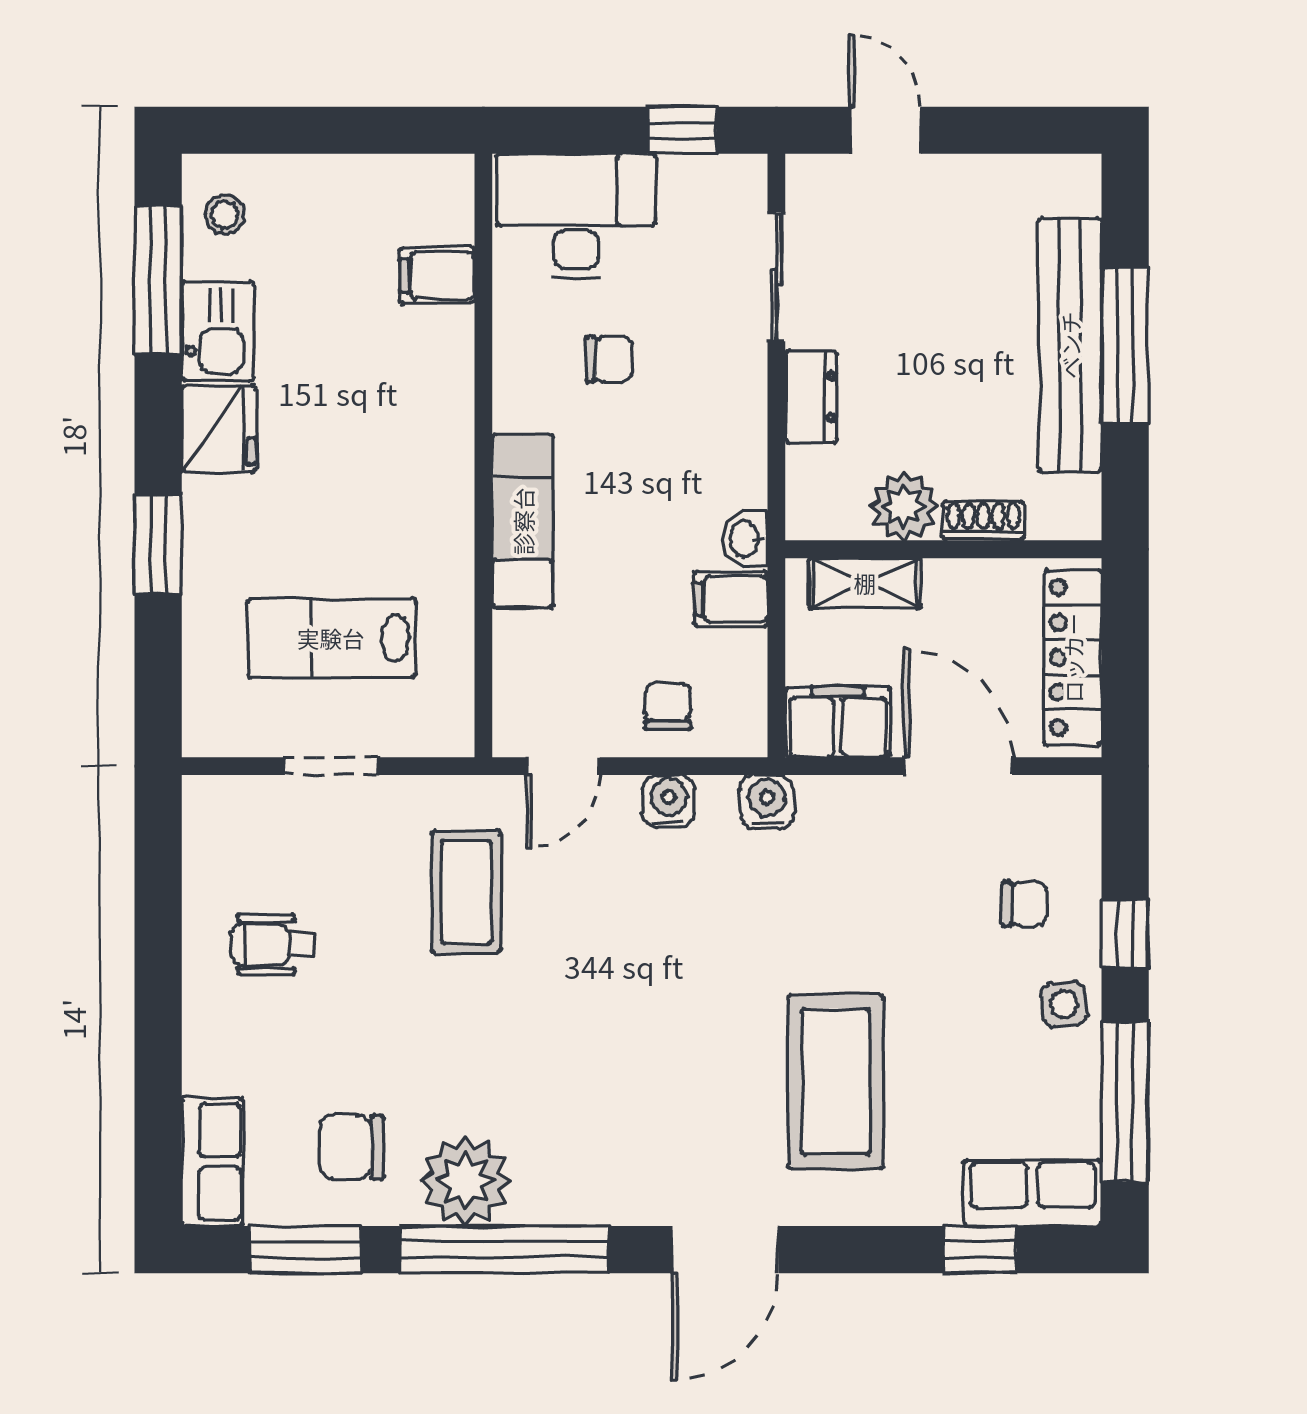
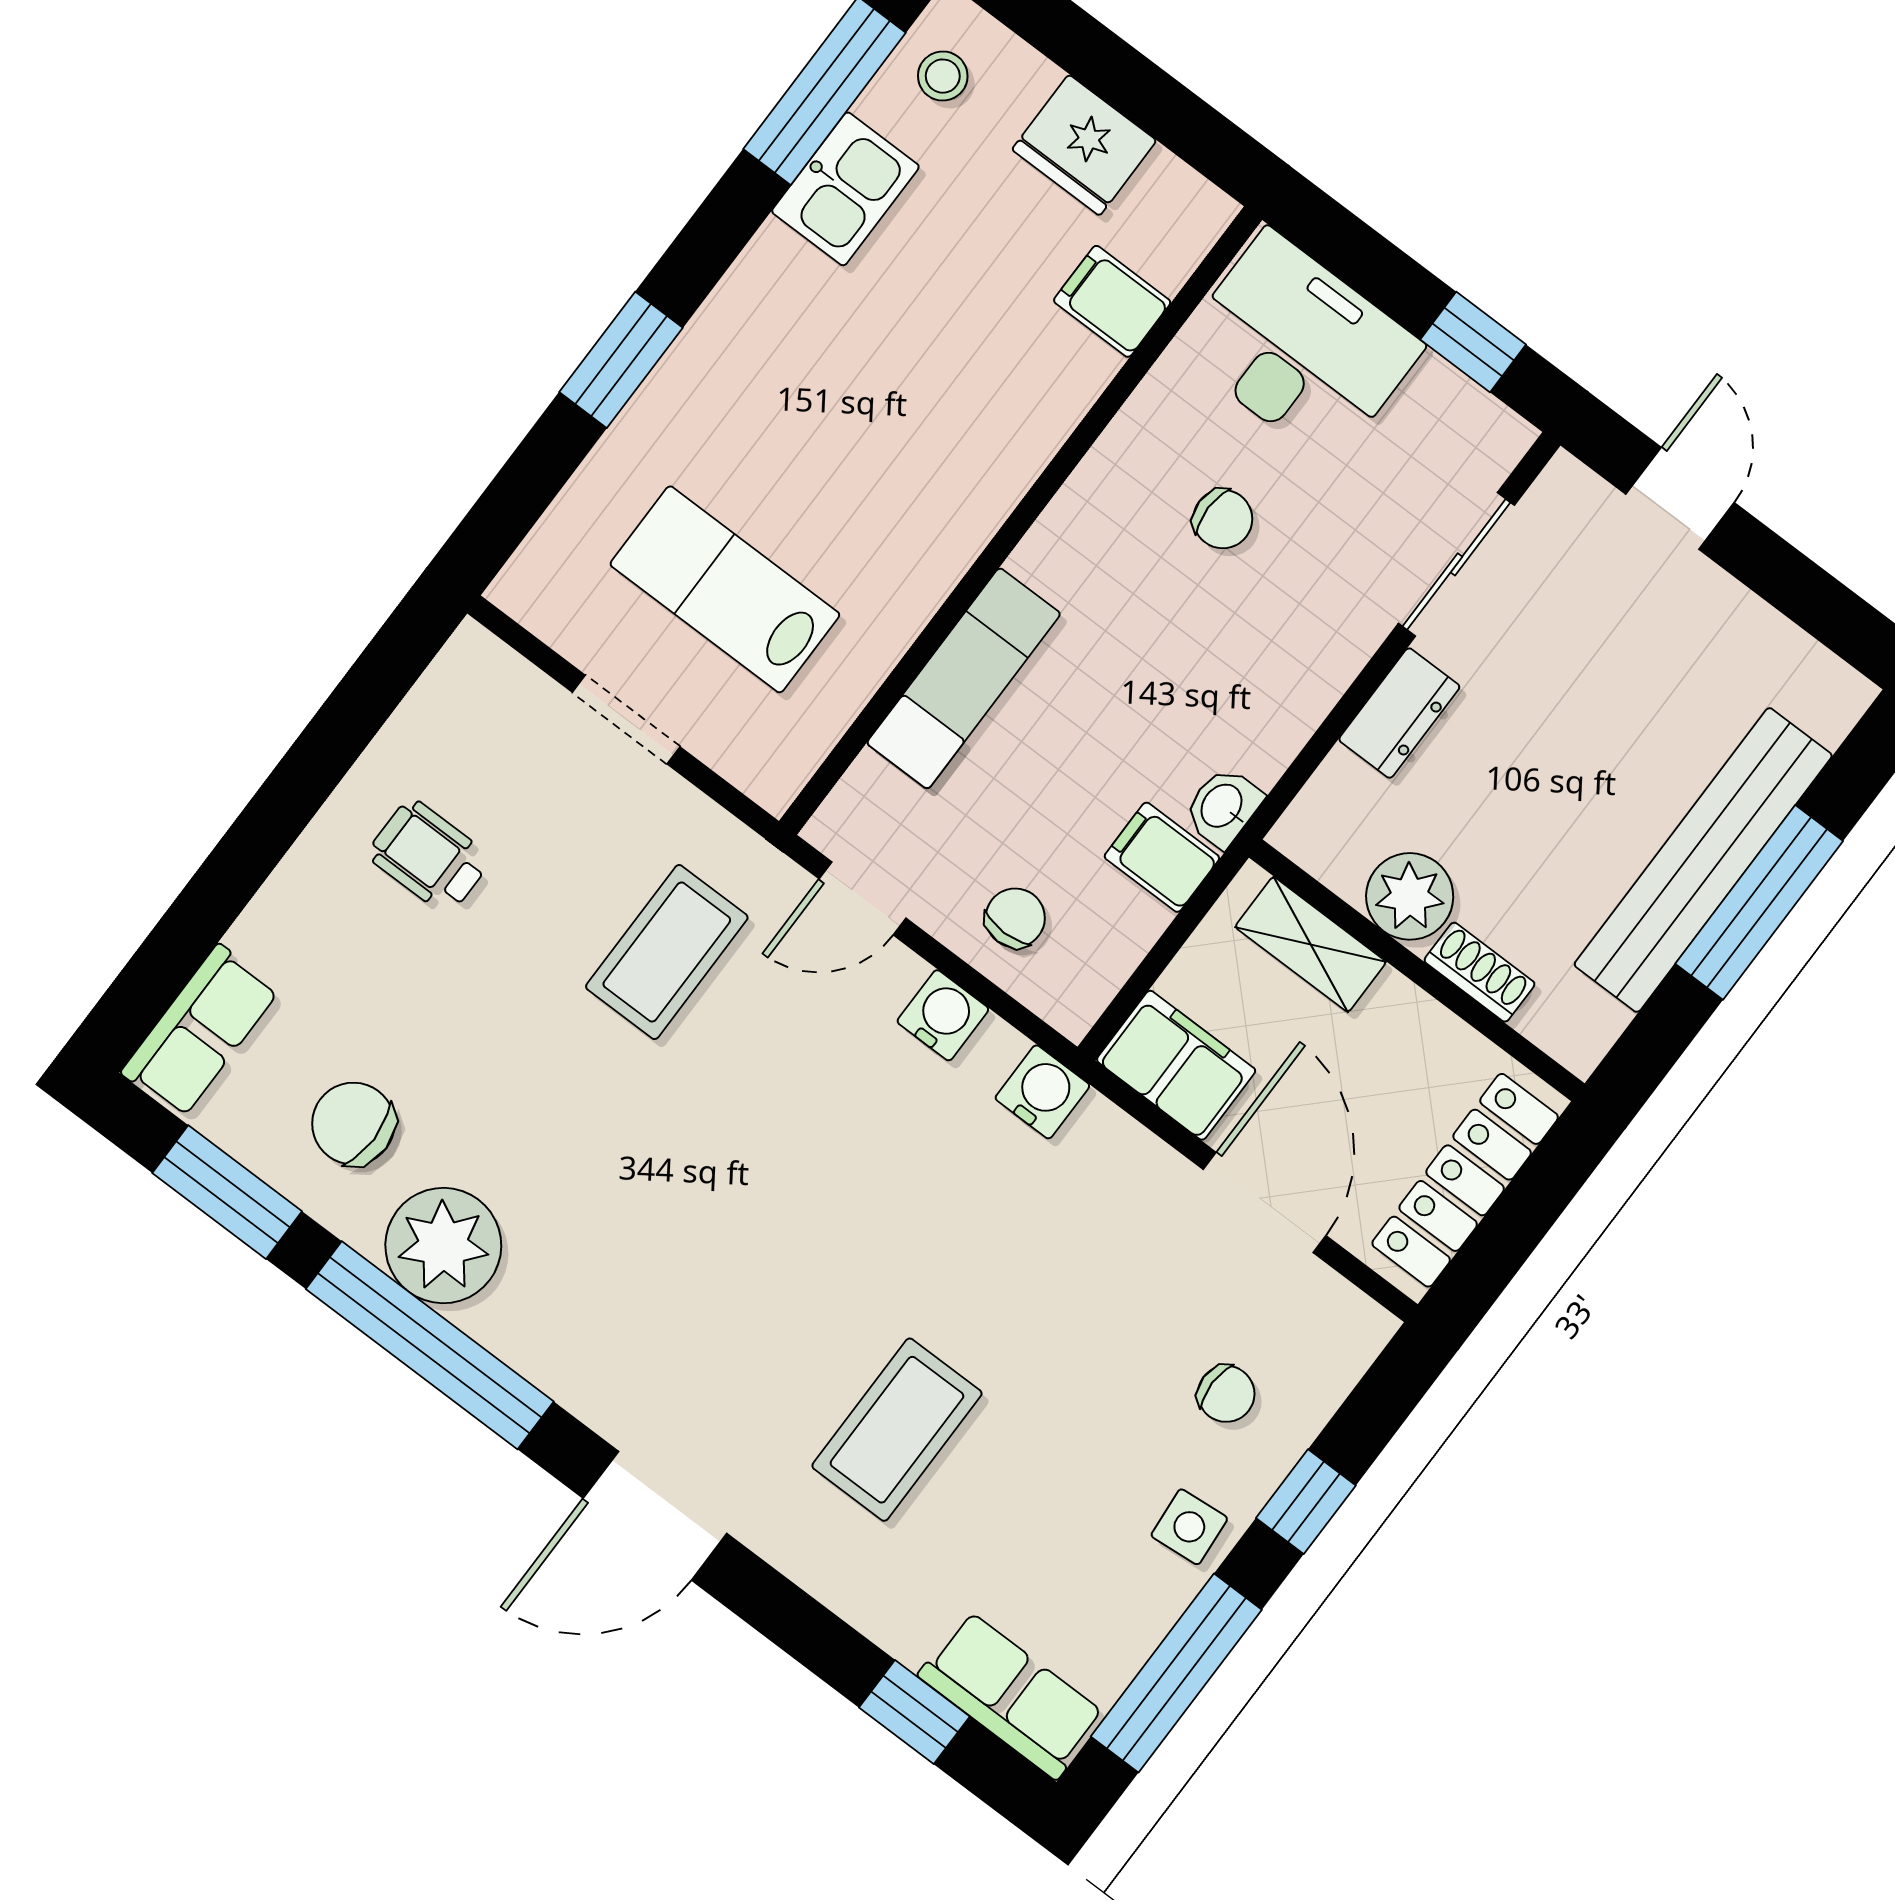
fridge: (219, 429) -> (1084, 145), moved, turned 90
exam couch: (523, 521) -> (964, 678), moved
coffee table: (836, 1082) -> (897, 1430), width x0.73, depth x0.76

